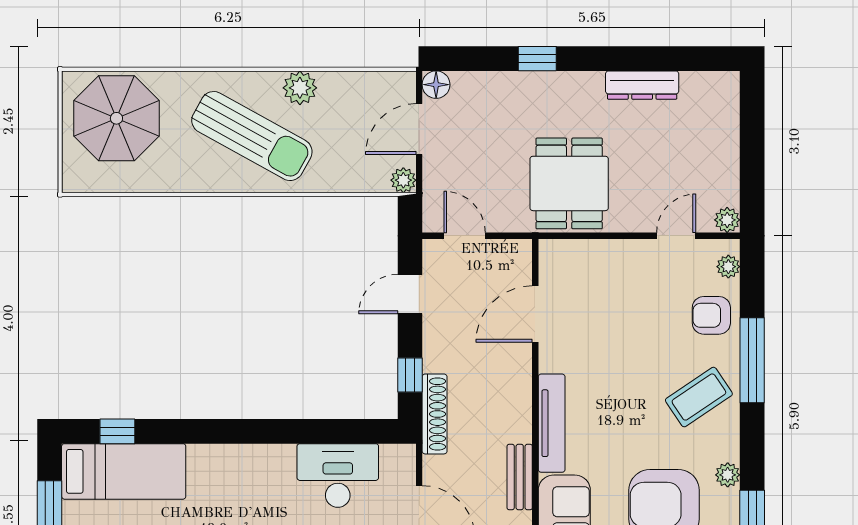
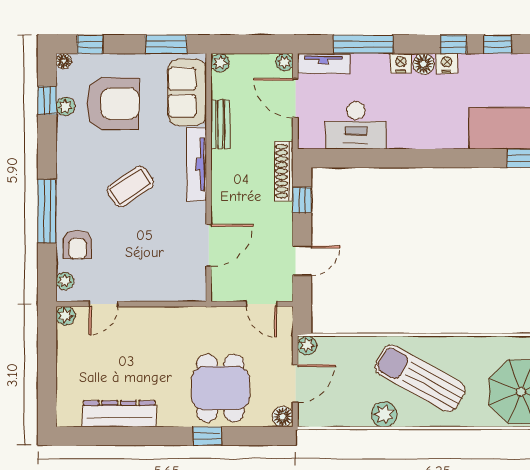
dresser: (642, 85) -> (119, 414), width x1.37, depth x1.24
dining table: (569, 183) -> (221, 388), moved
armchair: (711, 315) -> (77, 245), turned 90
coffee table: (699, 397) -> (130, 187), moved
plant: (728, 475) -> (65, 106), moved

